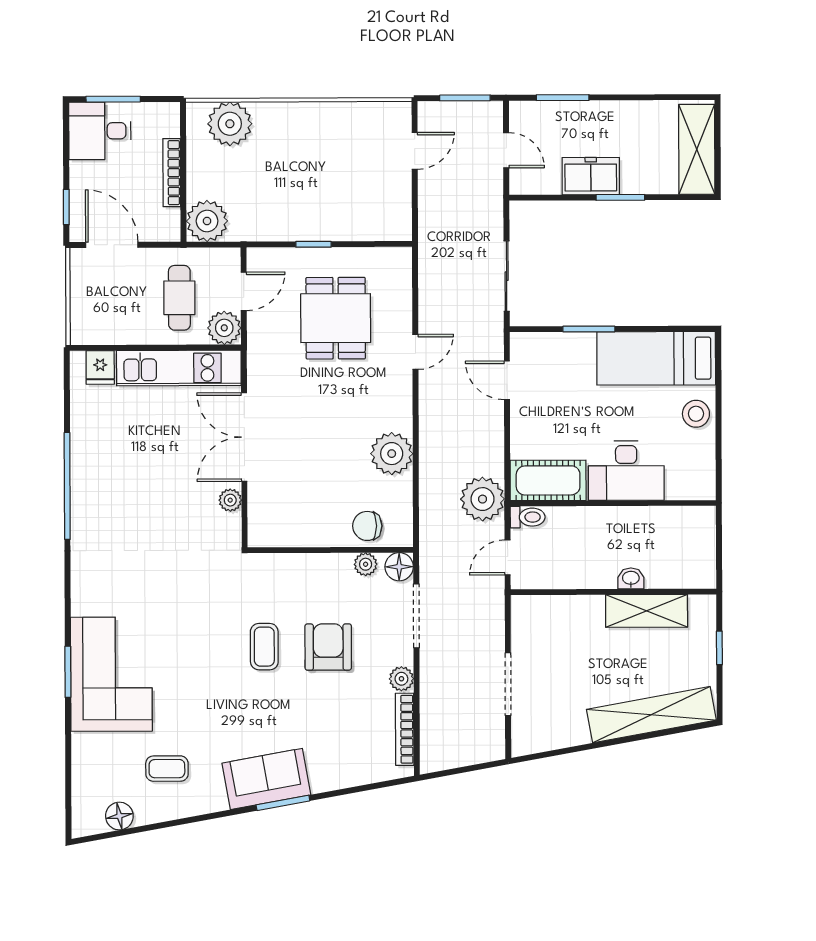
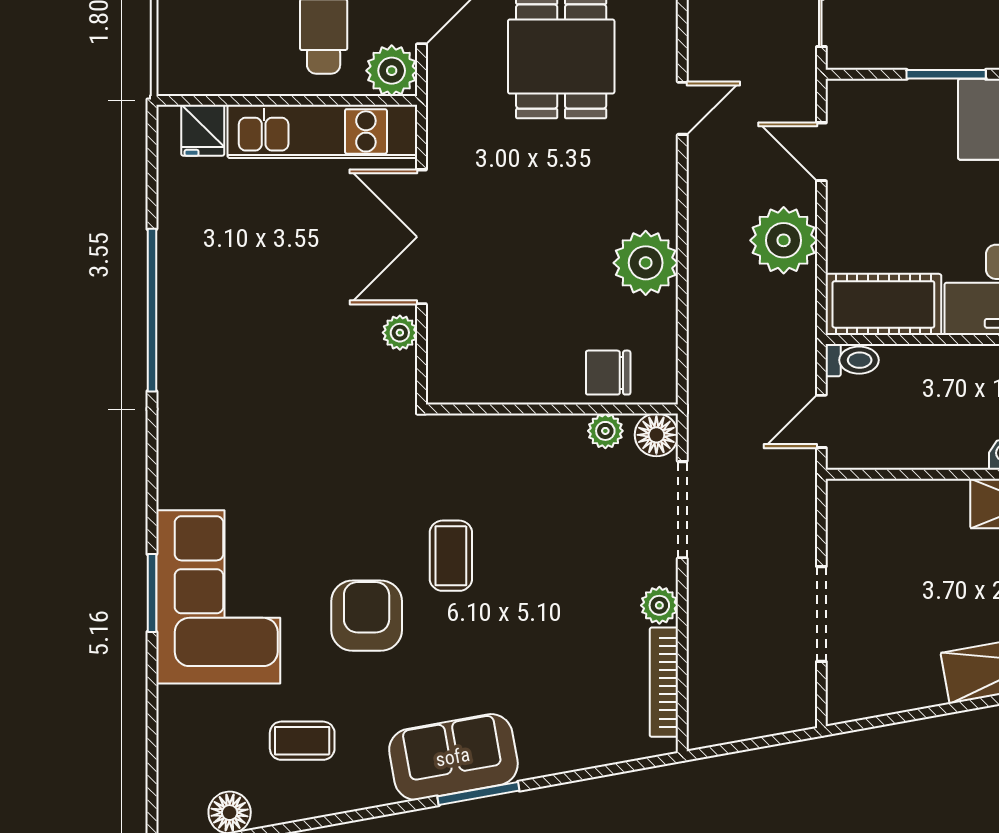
plant: (482, 499) -> (784, 240), moved
armchair: (328, 647) -> (367, 616), moved

